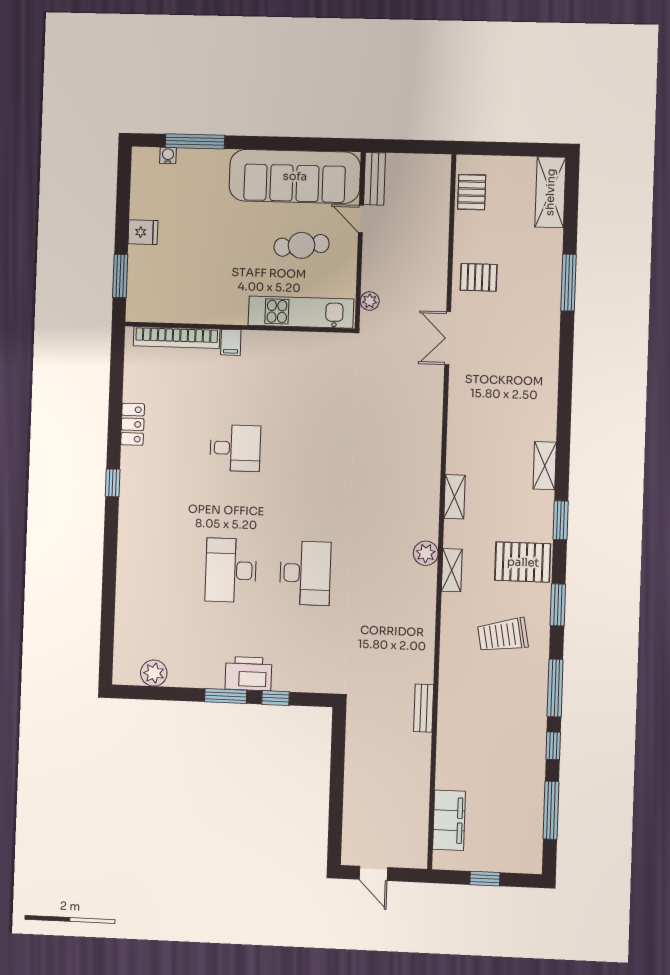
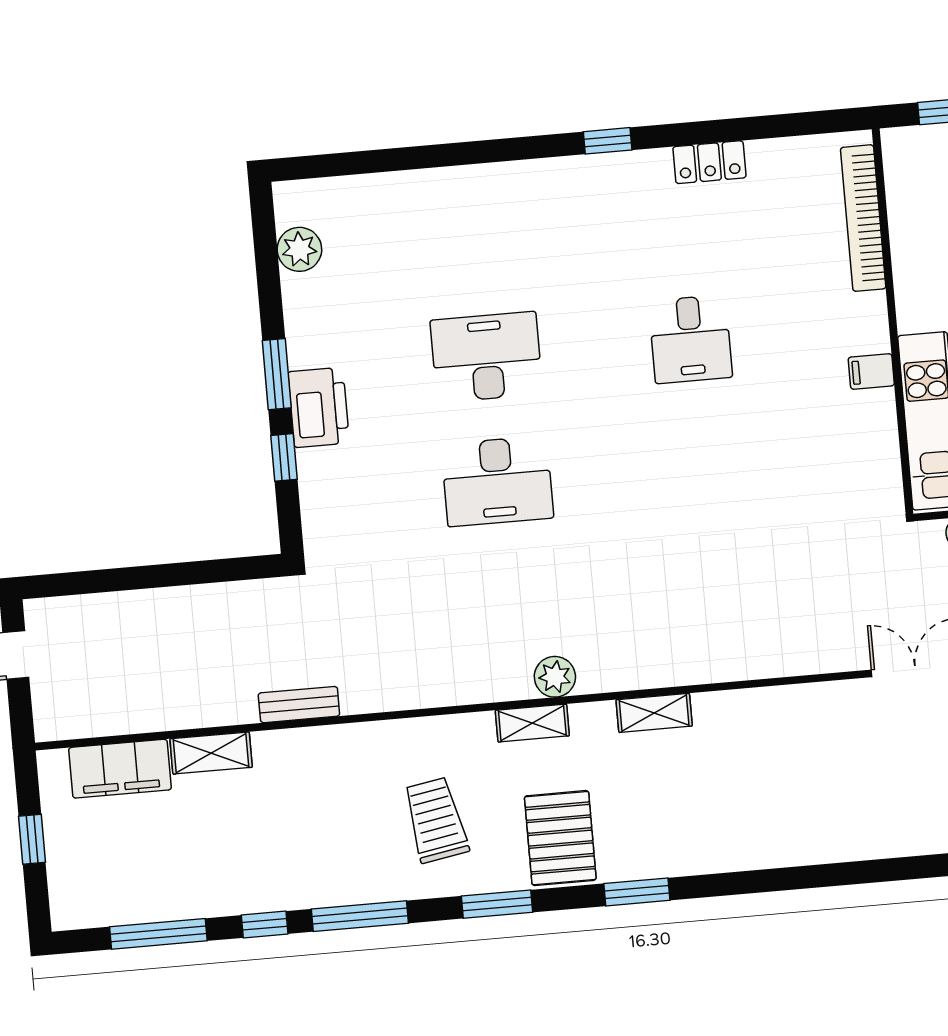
filing cabinet: (231, 342) -> (871, 371), moved
shelving: (545, 466) -> (211, 753), moved

